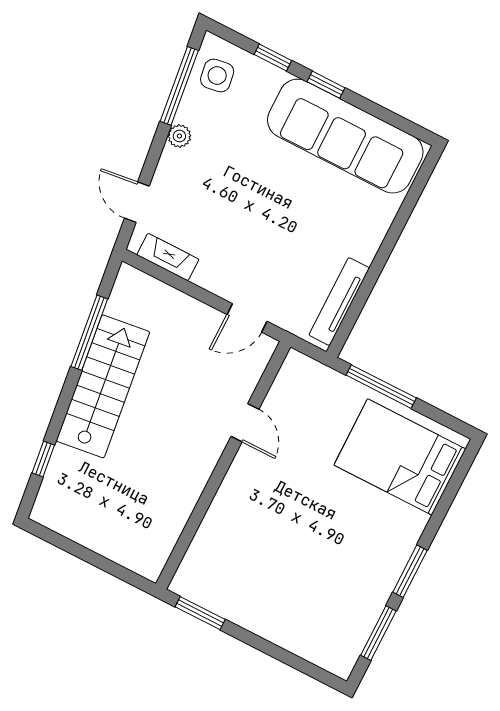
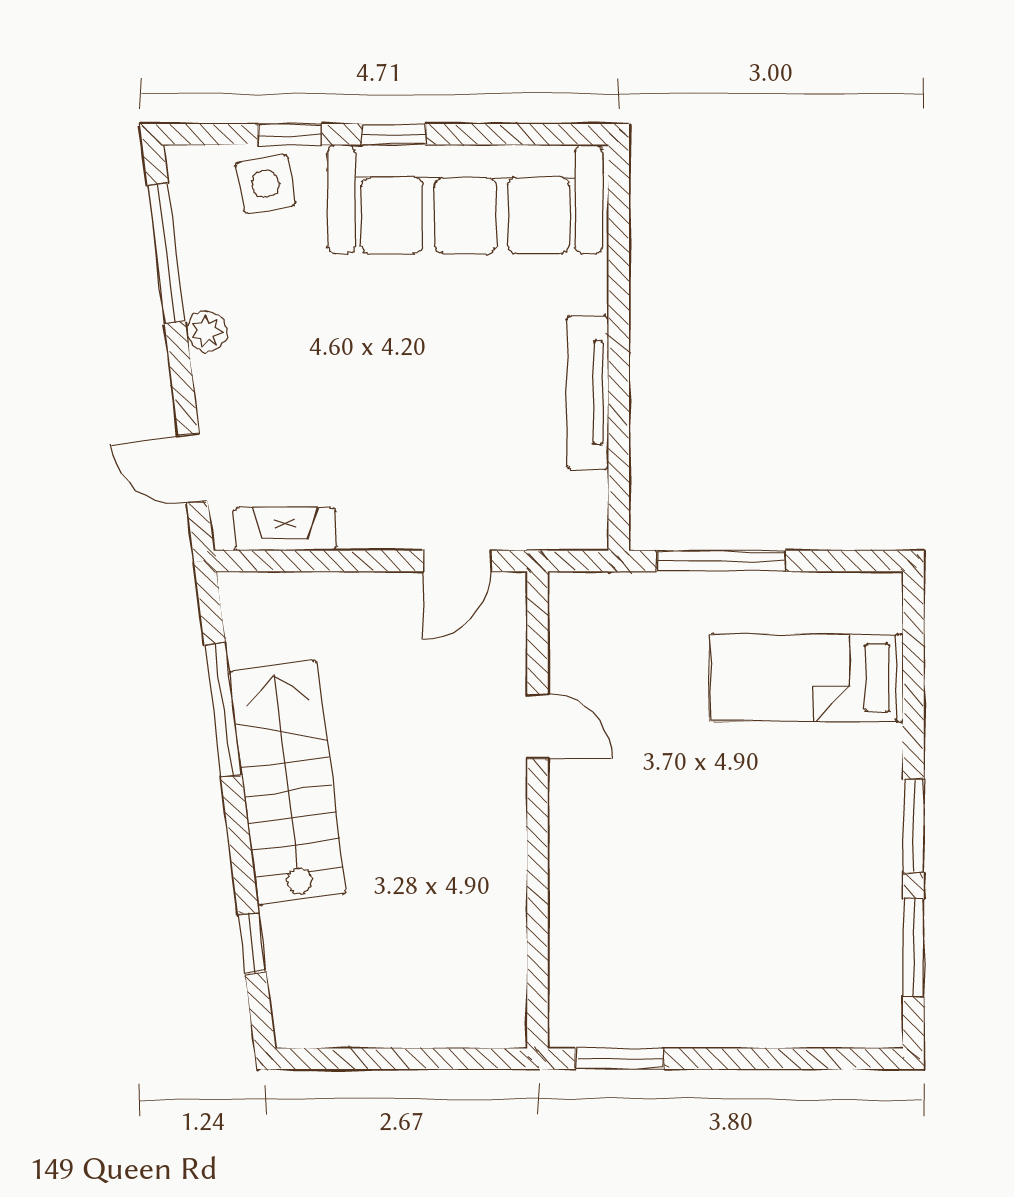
side table: (217, 76) -> (266, 184), moved
tv unit: (339, 302) -> (588, 392), moved
bed: (400, 457) -> (807, 678), width x0.67

